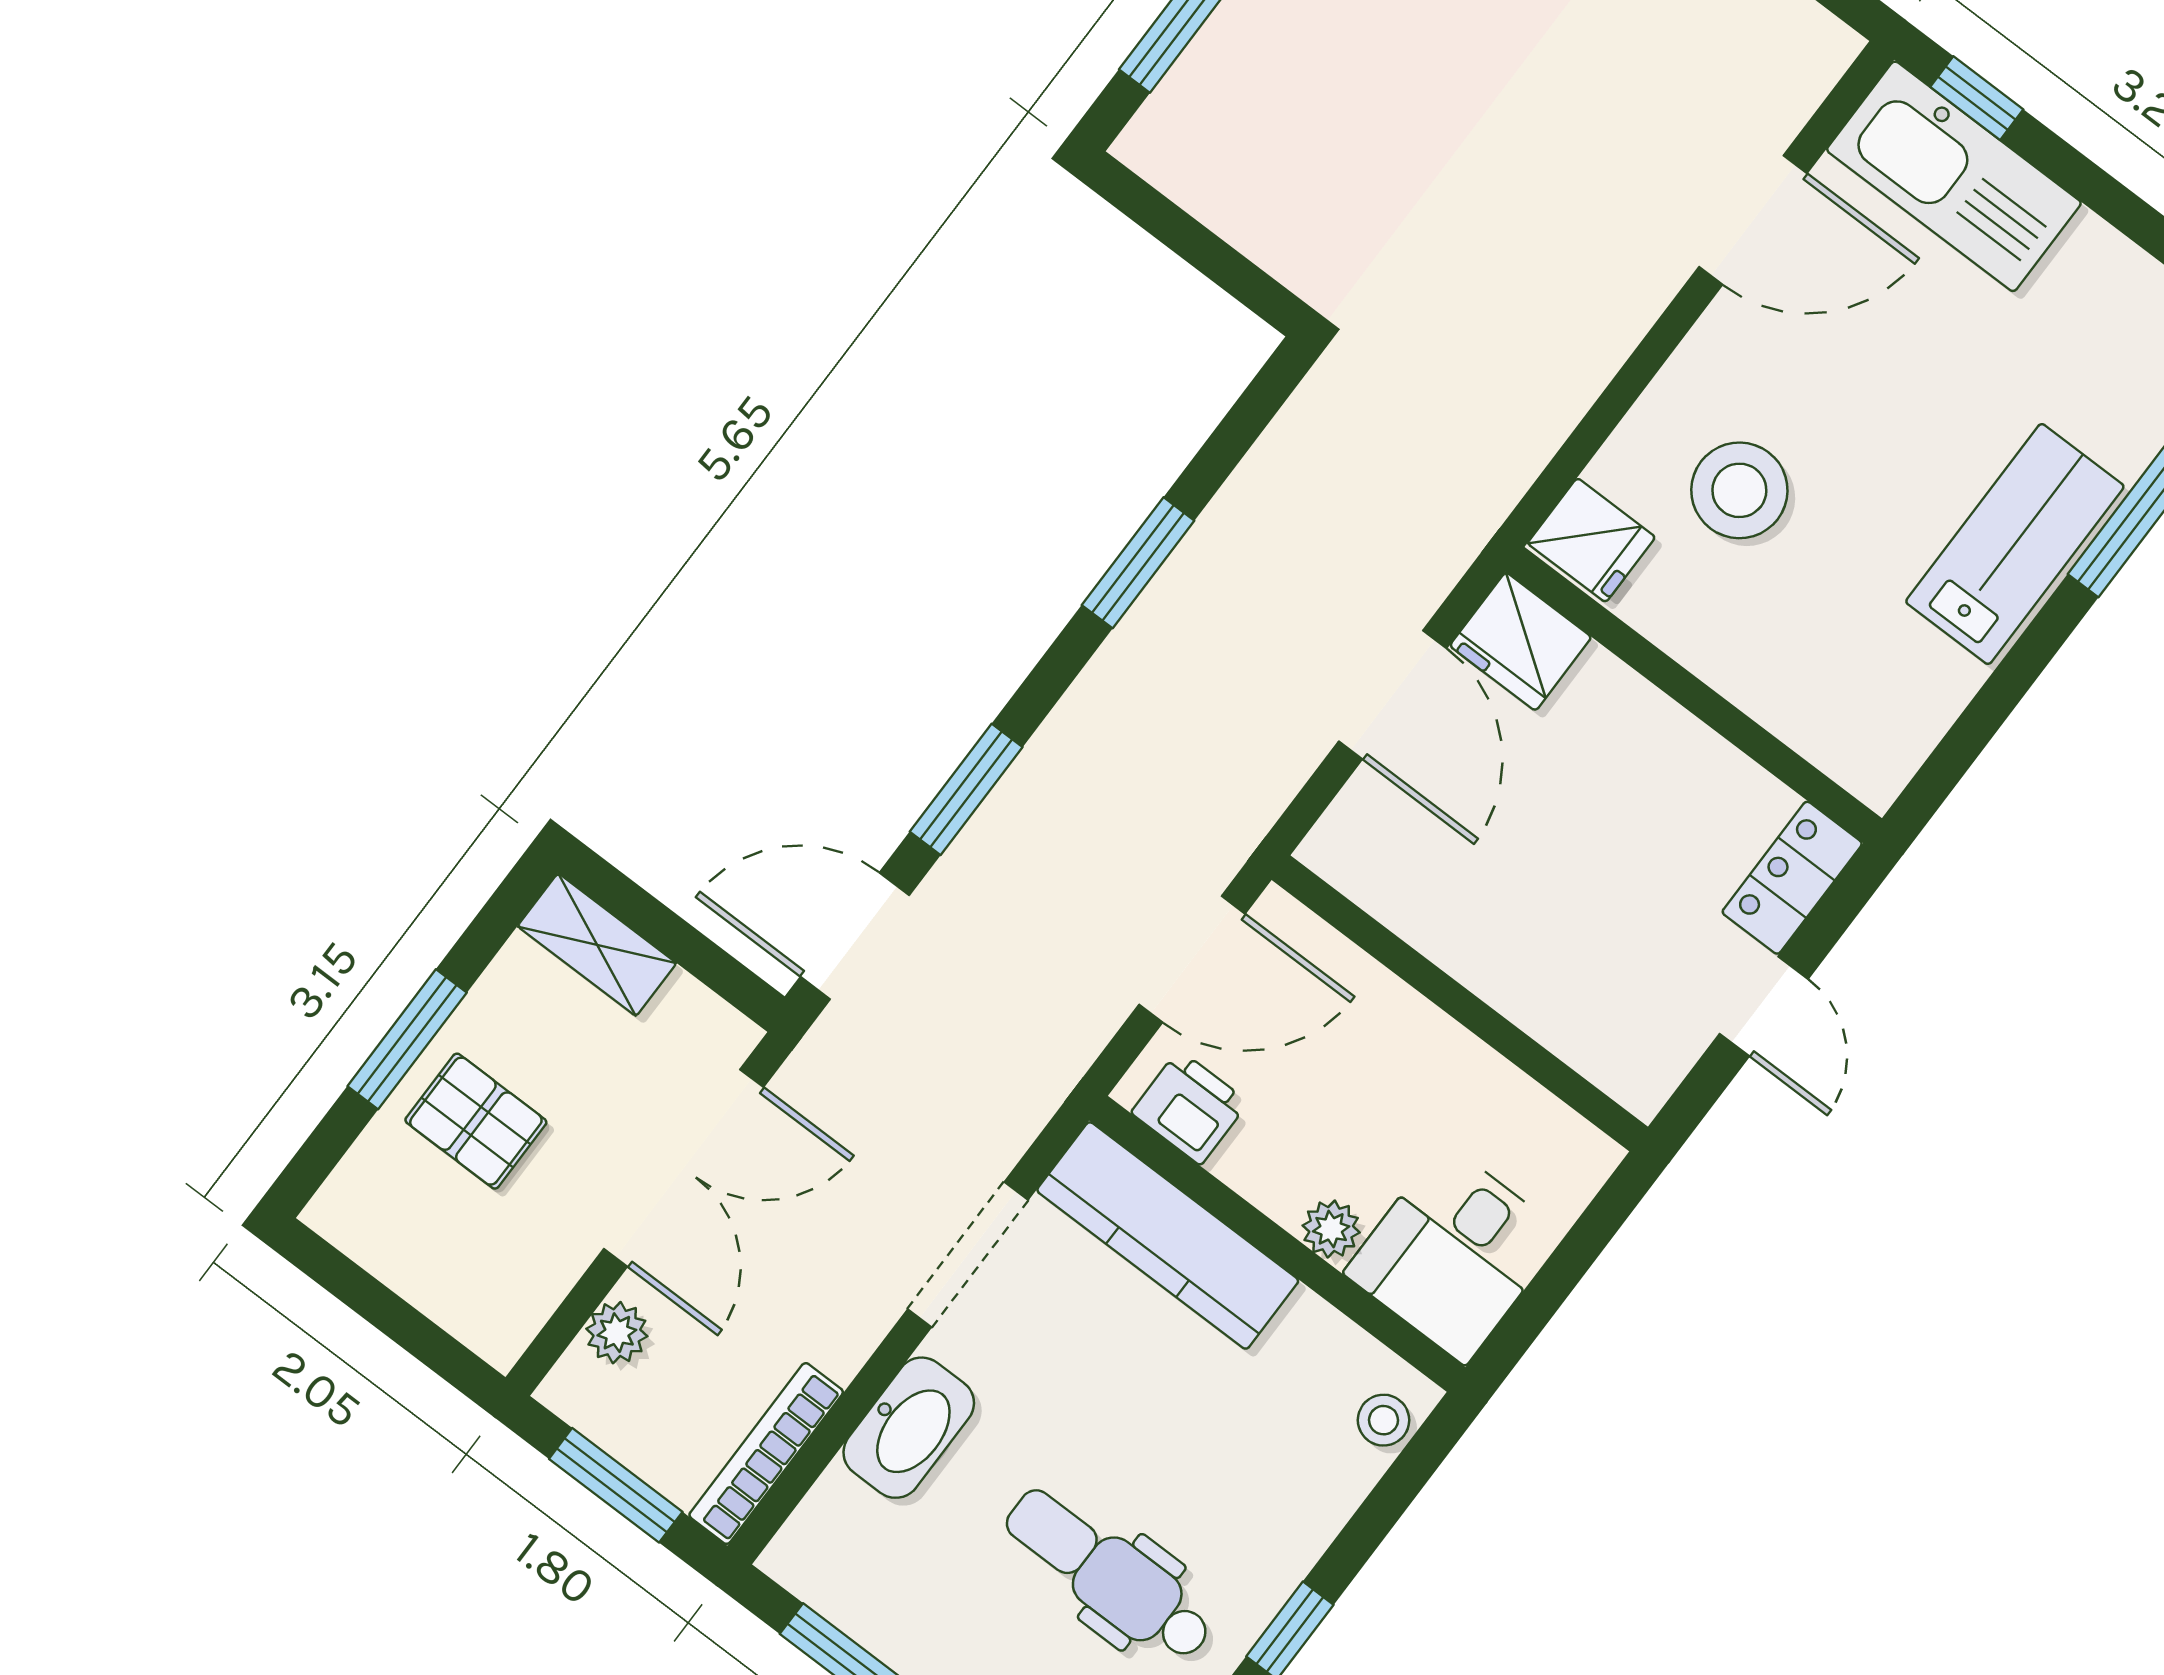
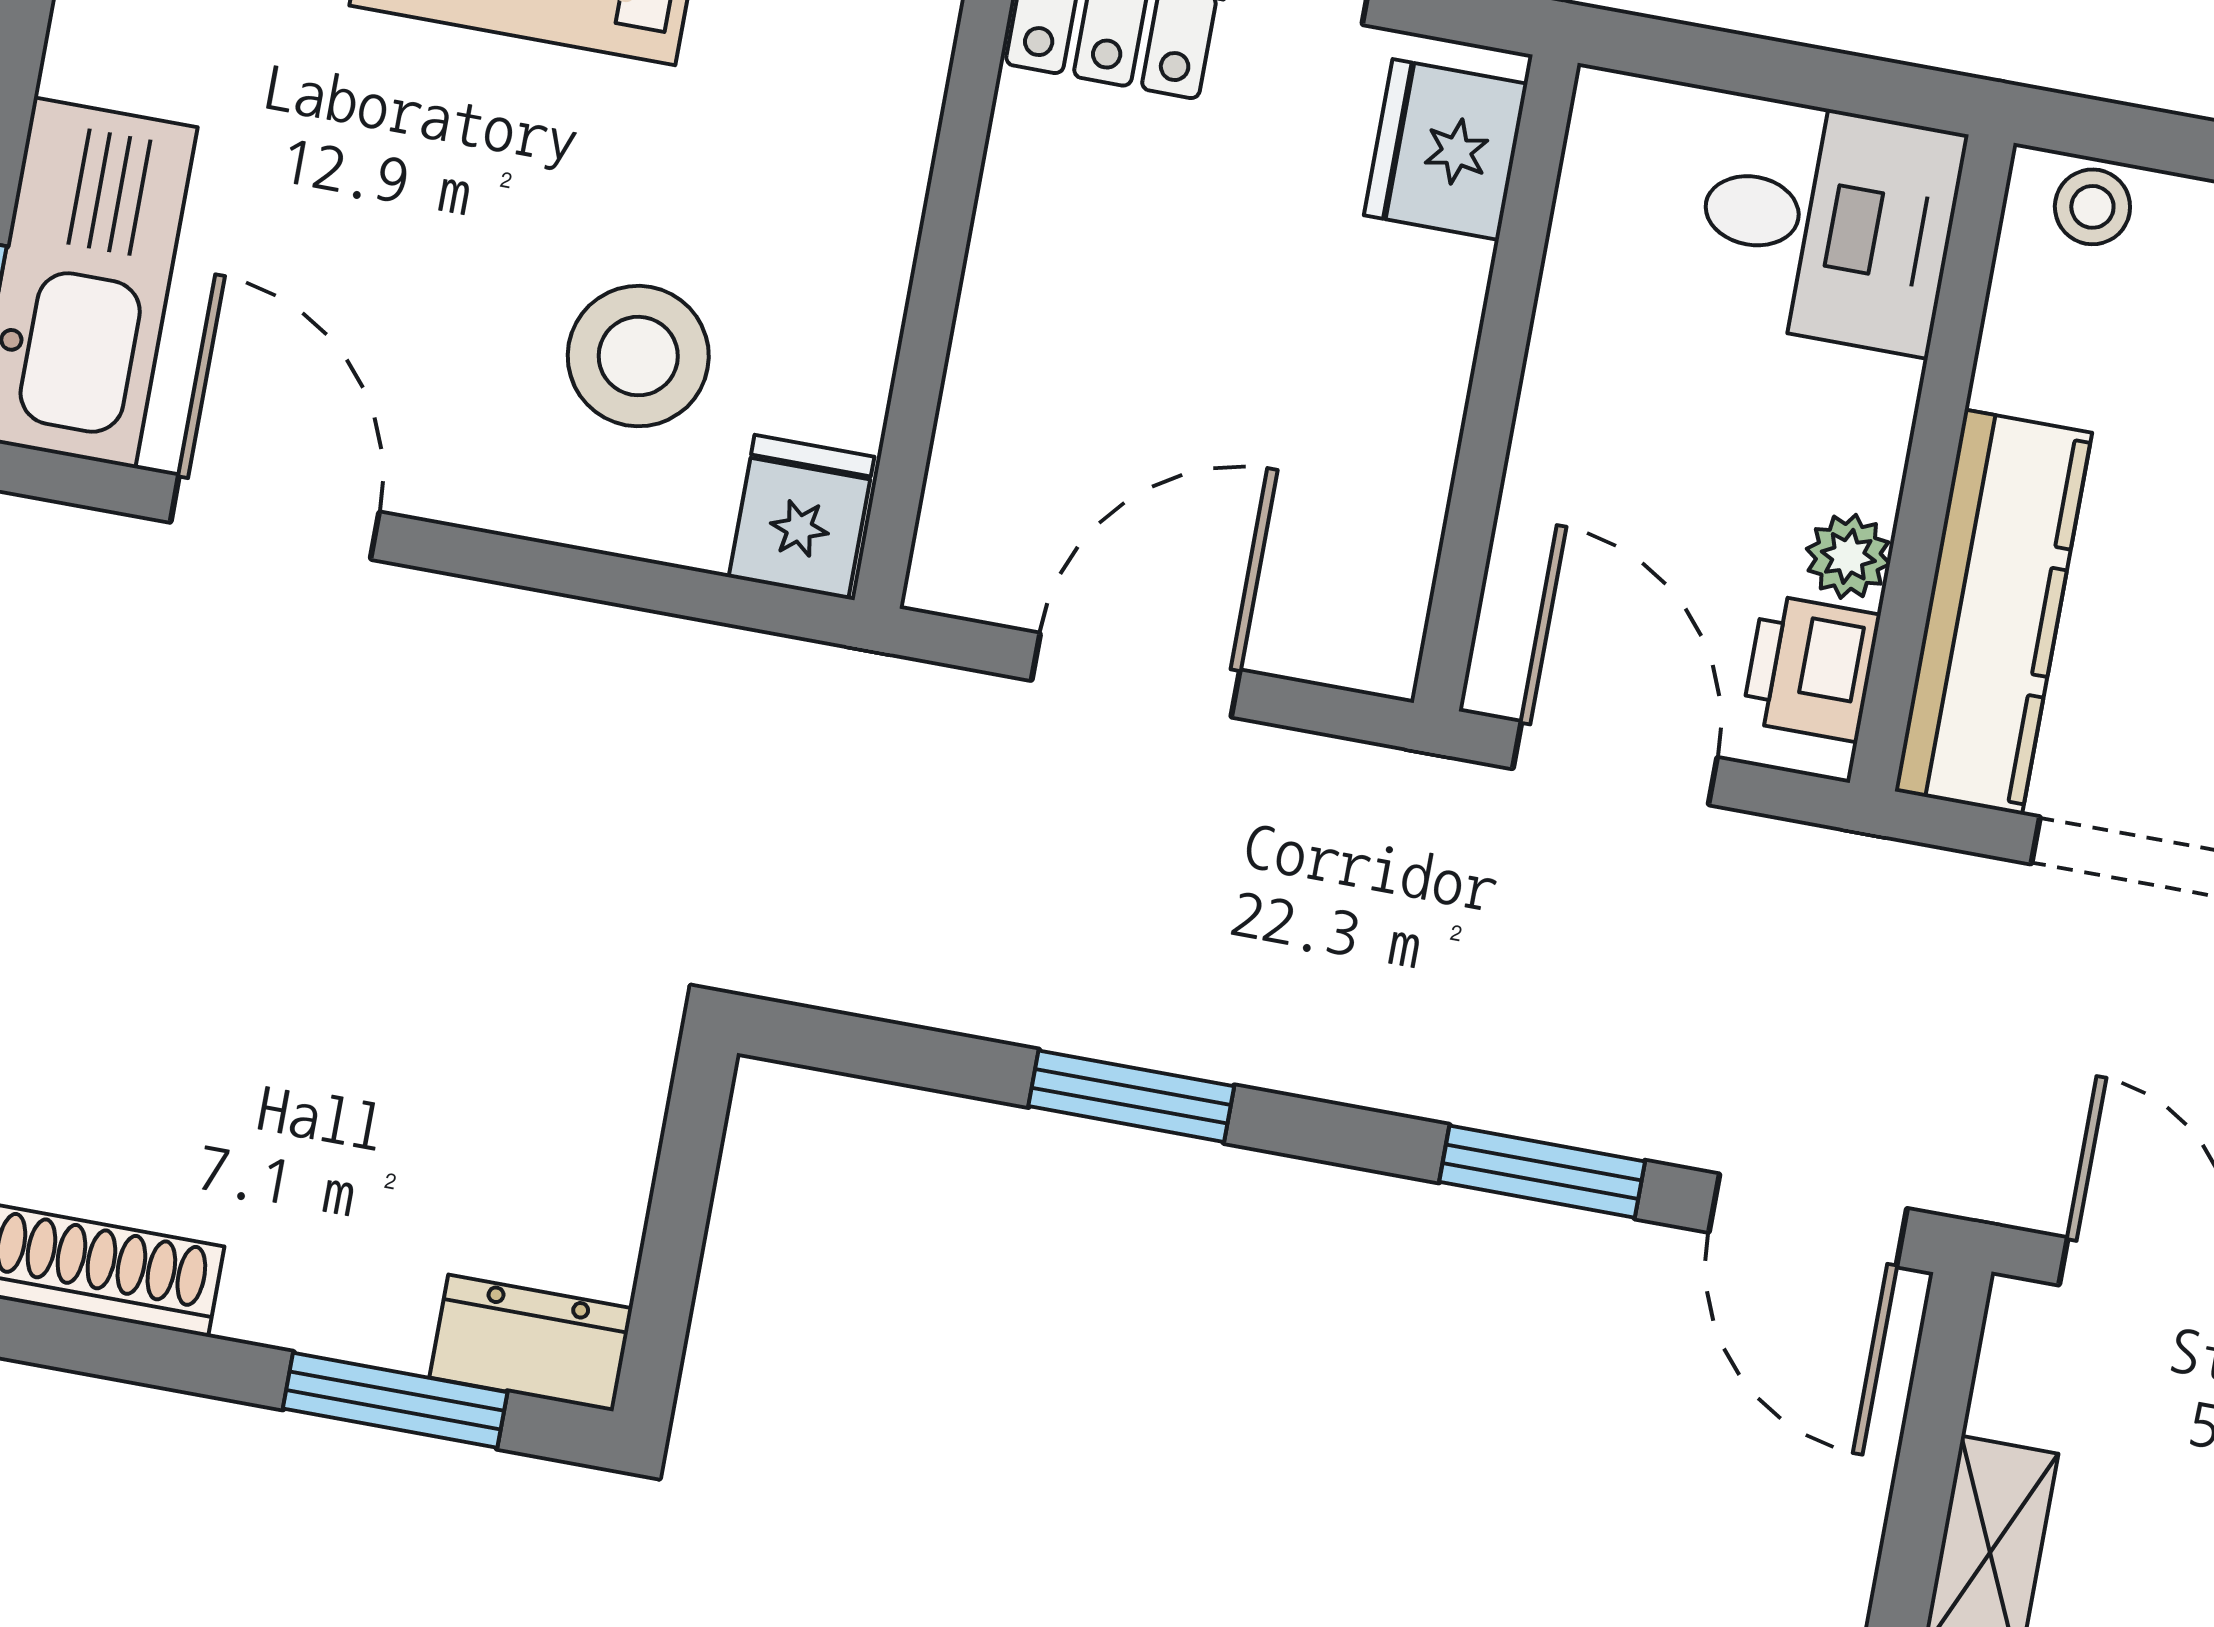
dresser: (1172, 122) -> (531, 1343), added
fridge: (1521, 641) -> (1446, 150), moved, turned 180
plant: (1331, 1229) -> (1848, 556), moved

